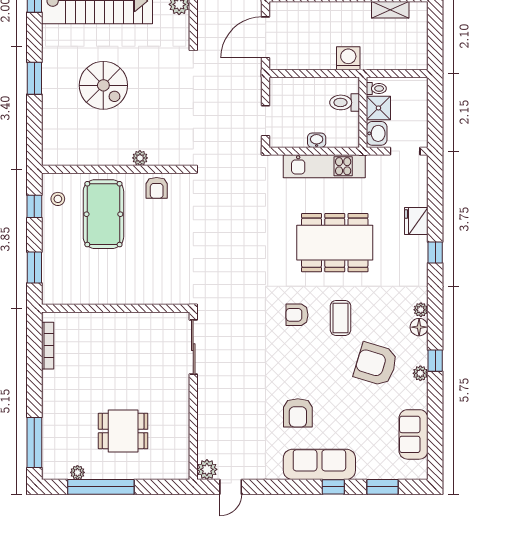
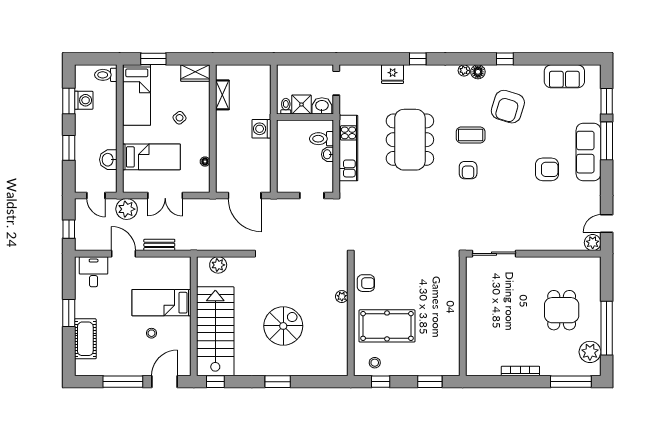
toilet: (345, 102) -> (321, 139), moved, turned 90
bookcase: (48, 346) -> (520, 371), moved
plant: (420, 373) -> (515, 71), removed
plant: (77, 472) -> (590, 352), width x1.87, depth x1.87
door: (231, 487) -> (607, 223), swing flipped
window: (333, 487) -> (607, 141), width x2.17

